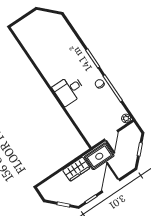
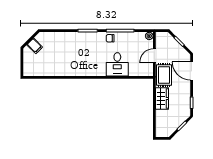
filing cabinet: (46, 19) -> (35, 46), added
desk: (69, 90) -> (117, 64), moved
door: (111, 136) -> (154, 56), swing flipped
door: (111, 186) -> (192, 71), moved

